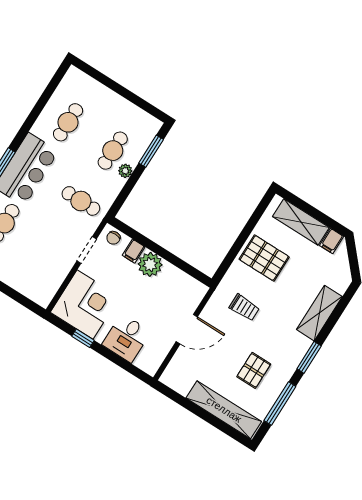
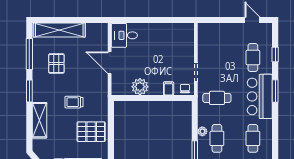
plant: (150, 264) -> (140, 87), moved
corner desk: (85, 305) -> (177, 40), removed
trolley: (244, 307) -> (74, 102), moved
door: (187, 329) -> (110, 63), hinge flipped
window: (83, 338) -> (166, 20), removed
desk: (126, 338) -> (124, 35), moved, turned -90

